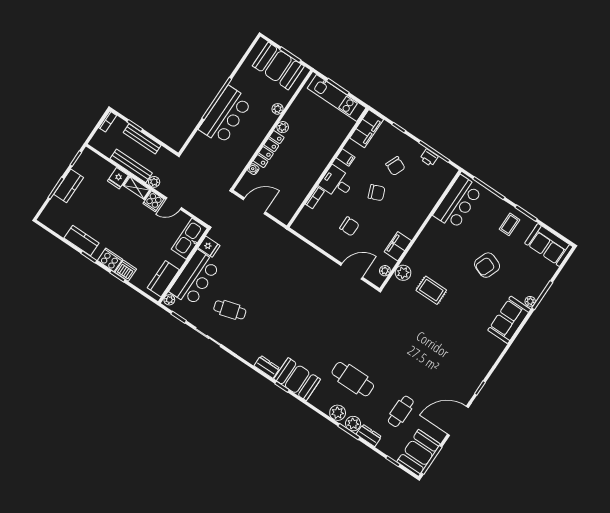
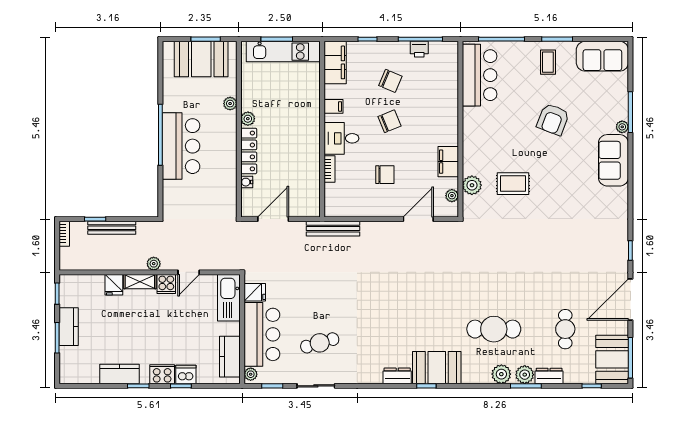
bench: (131, 166) -> (333, 229), moved

